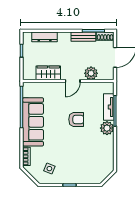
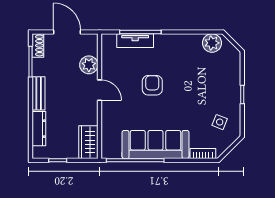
bench: (83, 37) -> (39, 93), moved
wardrobe: (48, 73) -> (88, 142), moved
plant: (107, 128) -> (212, 43), moved

